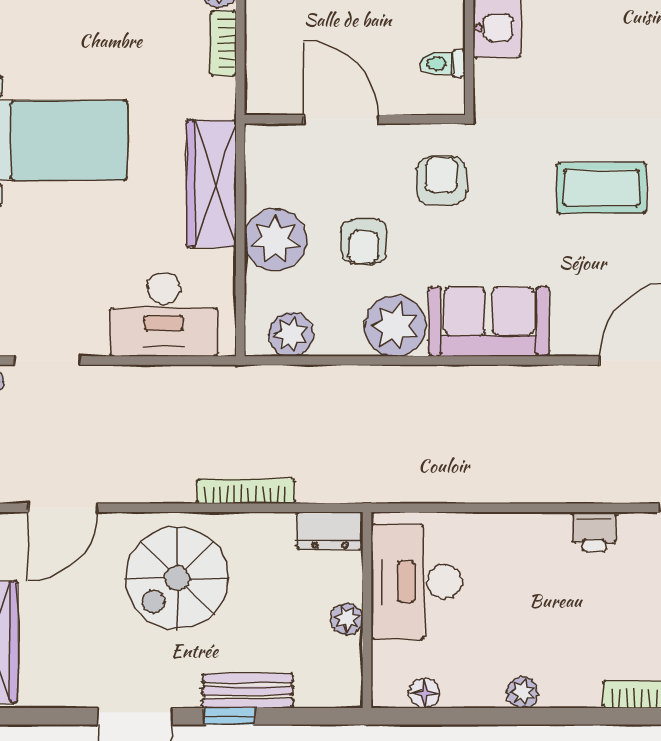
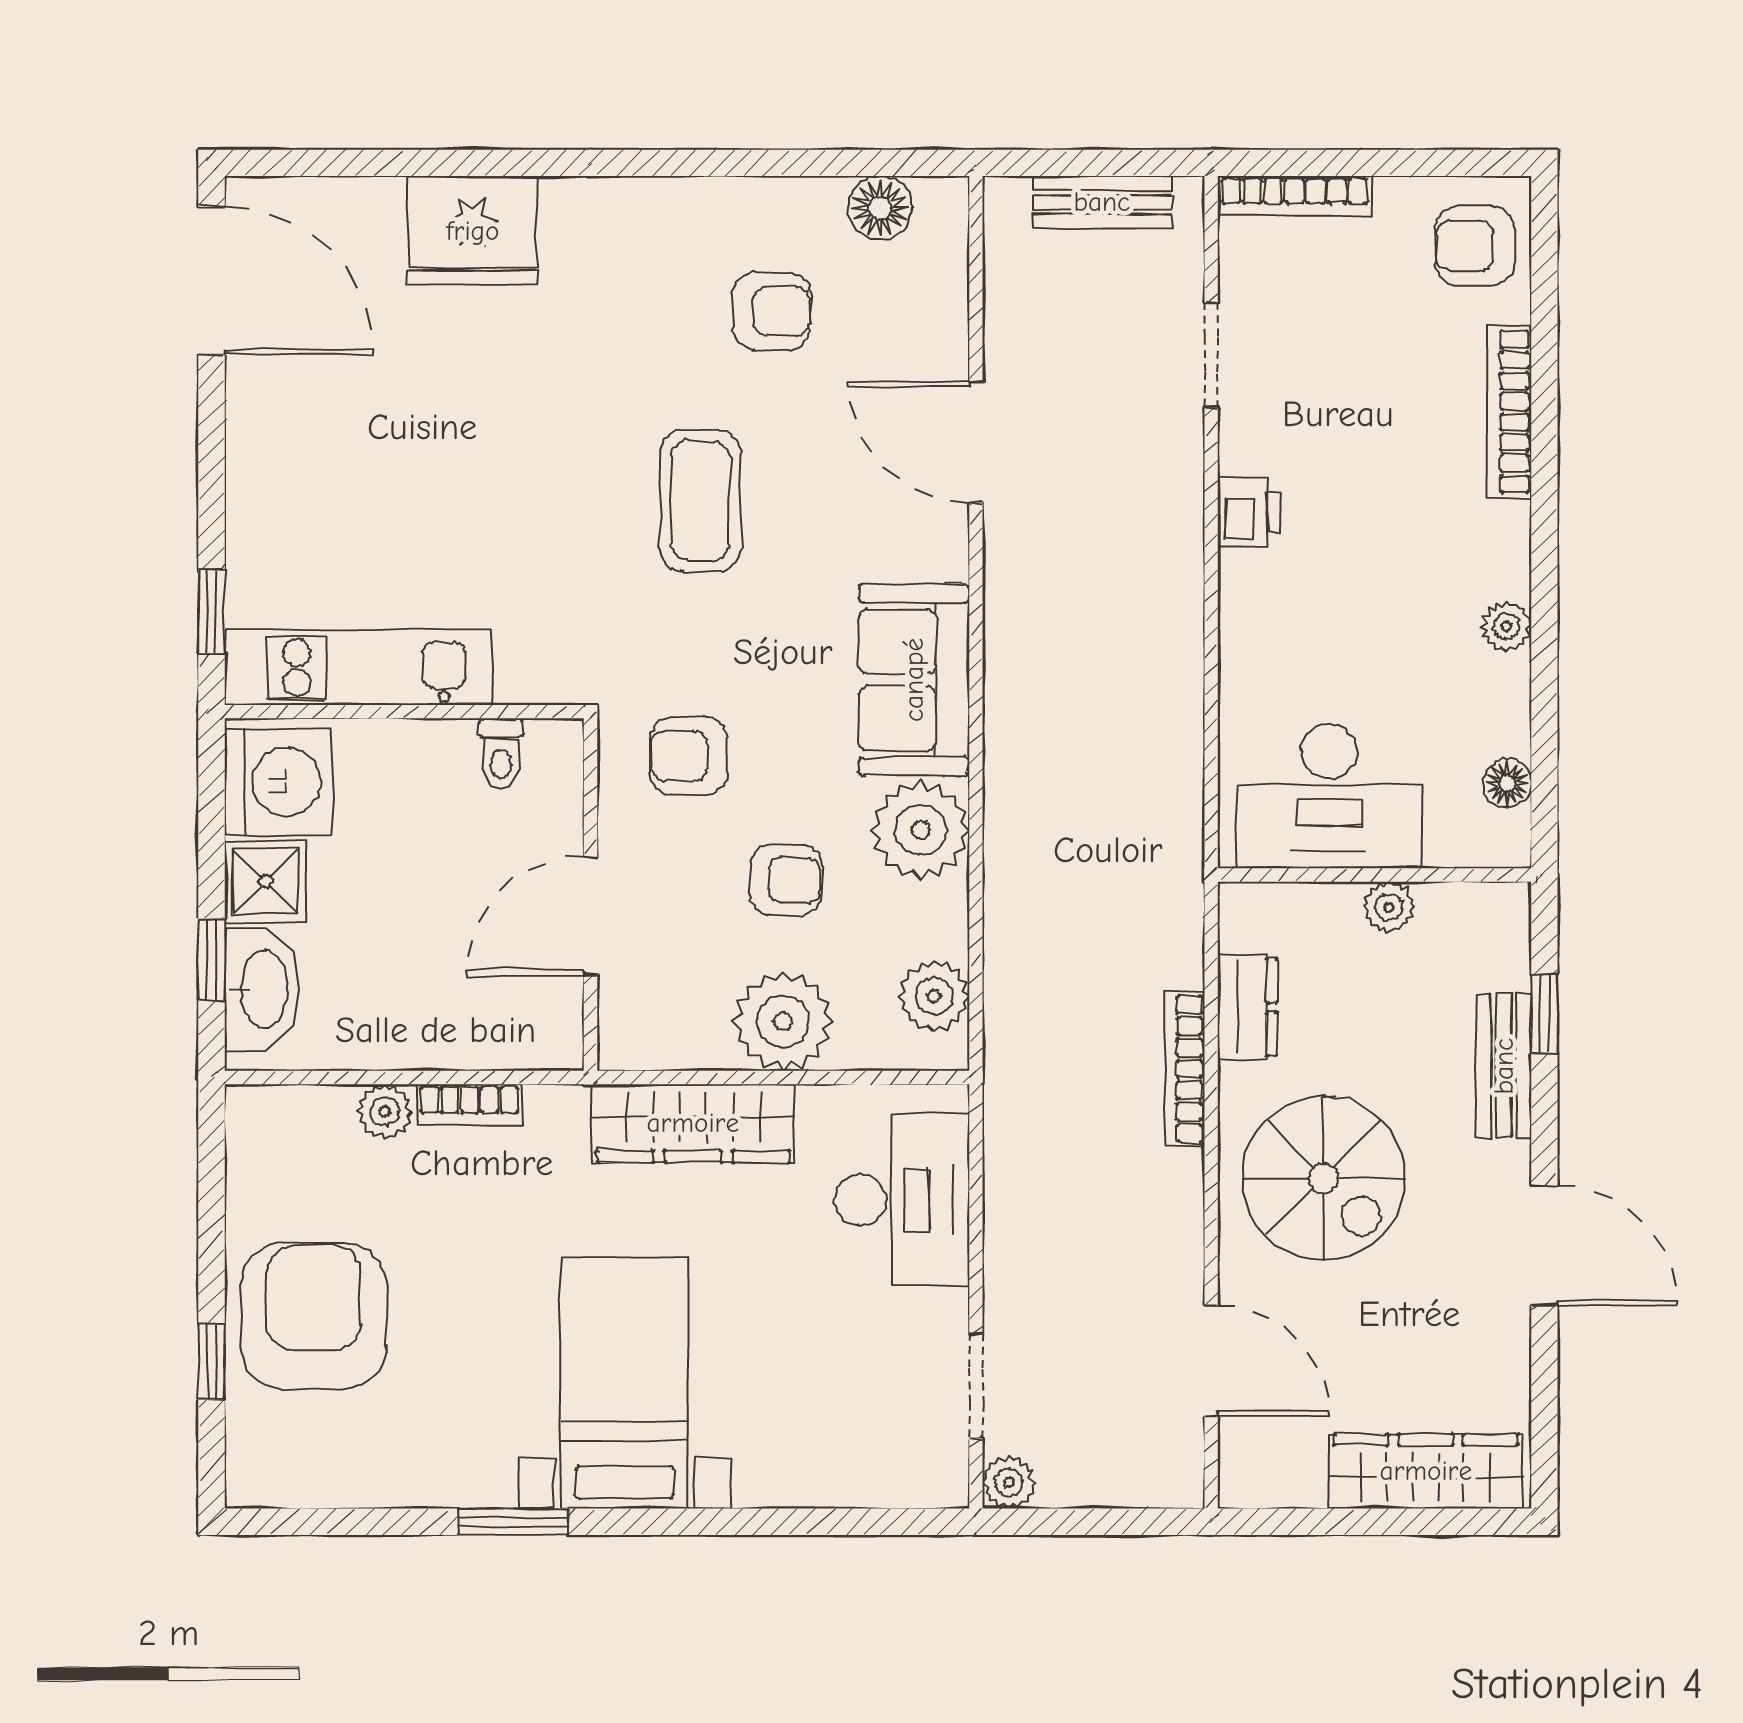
dresser: (330, 530) -> (1247, 1007), moved
window: (229, 716) -> (1544, 1014), moved

